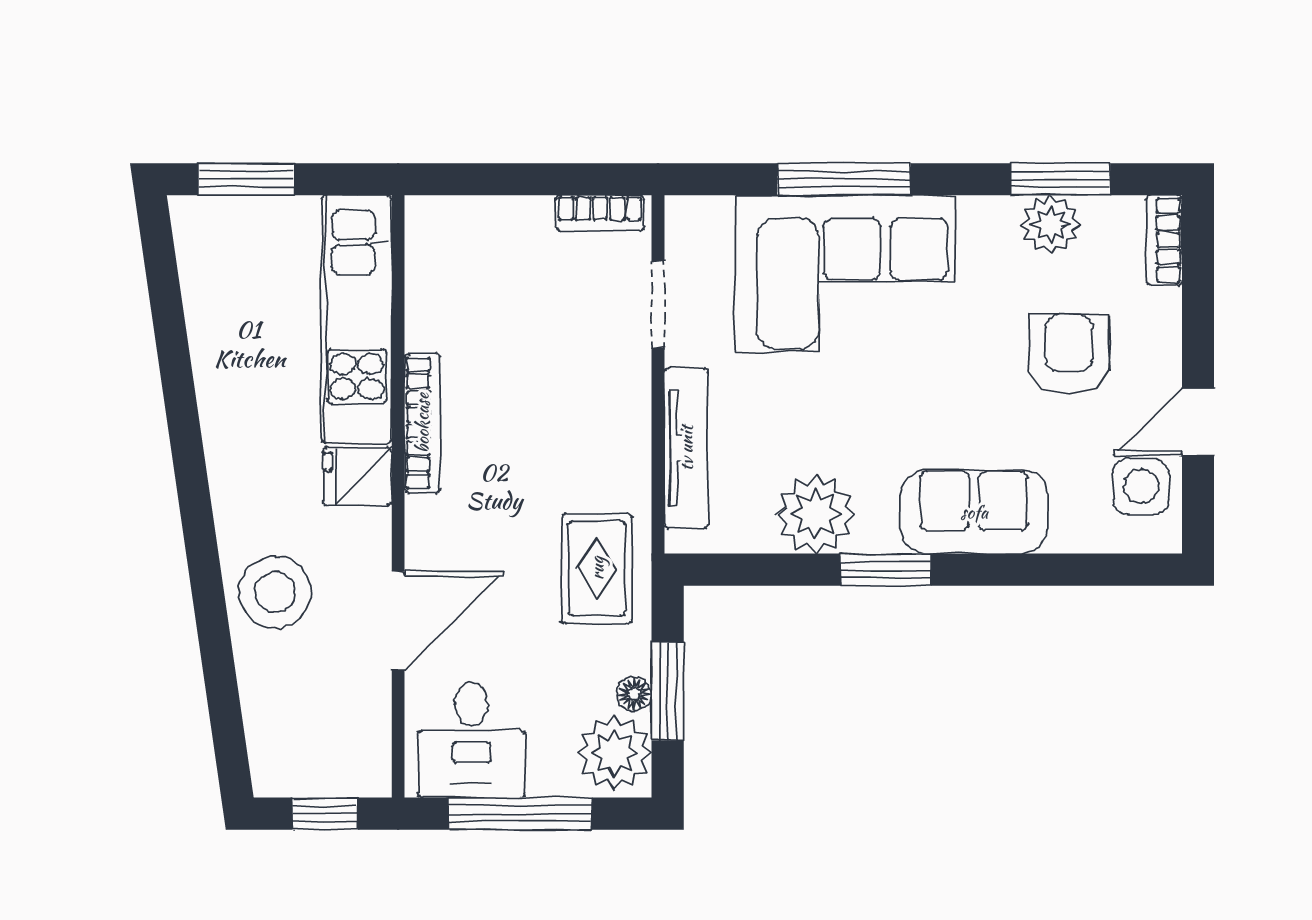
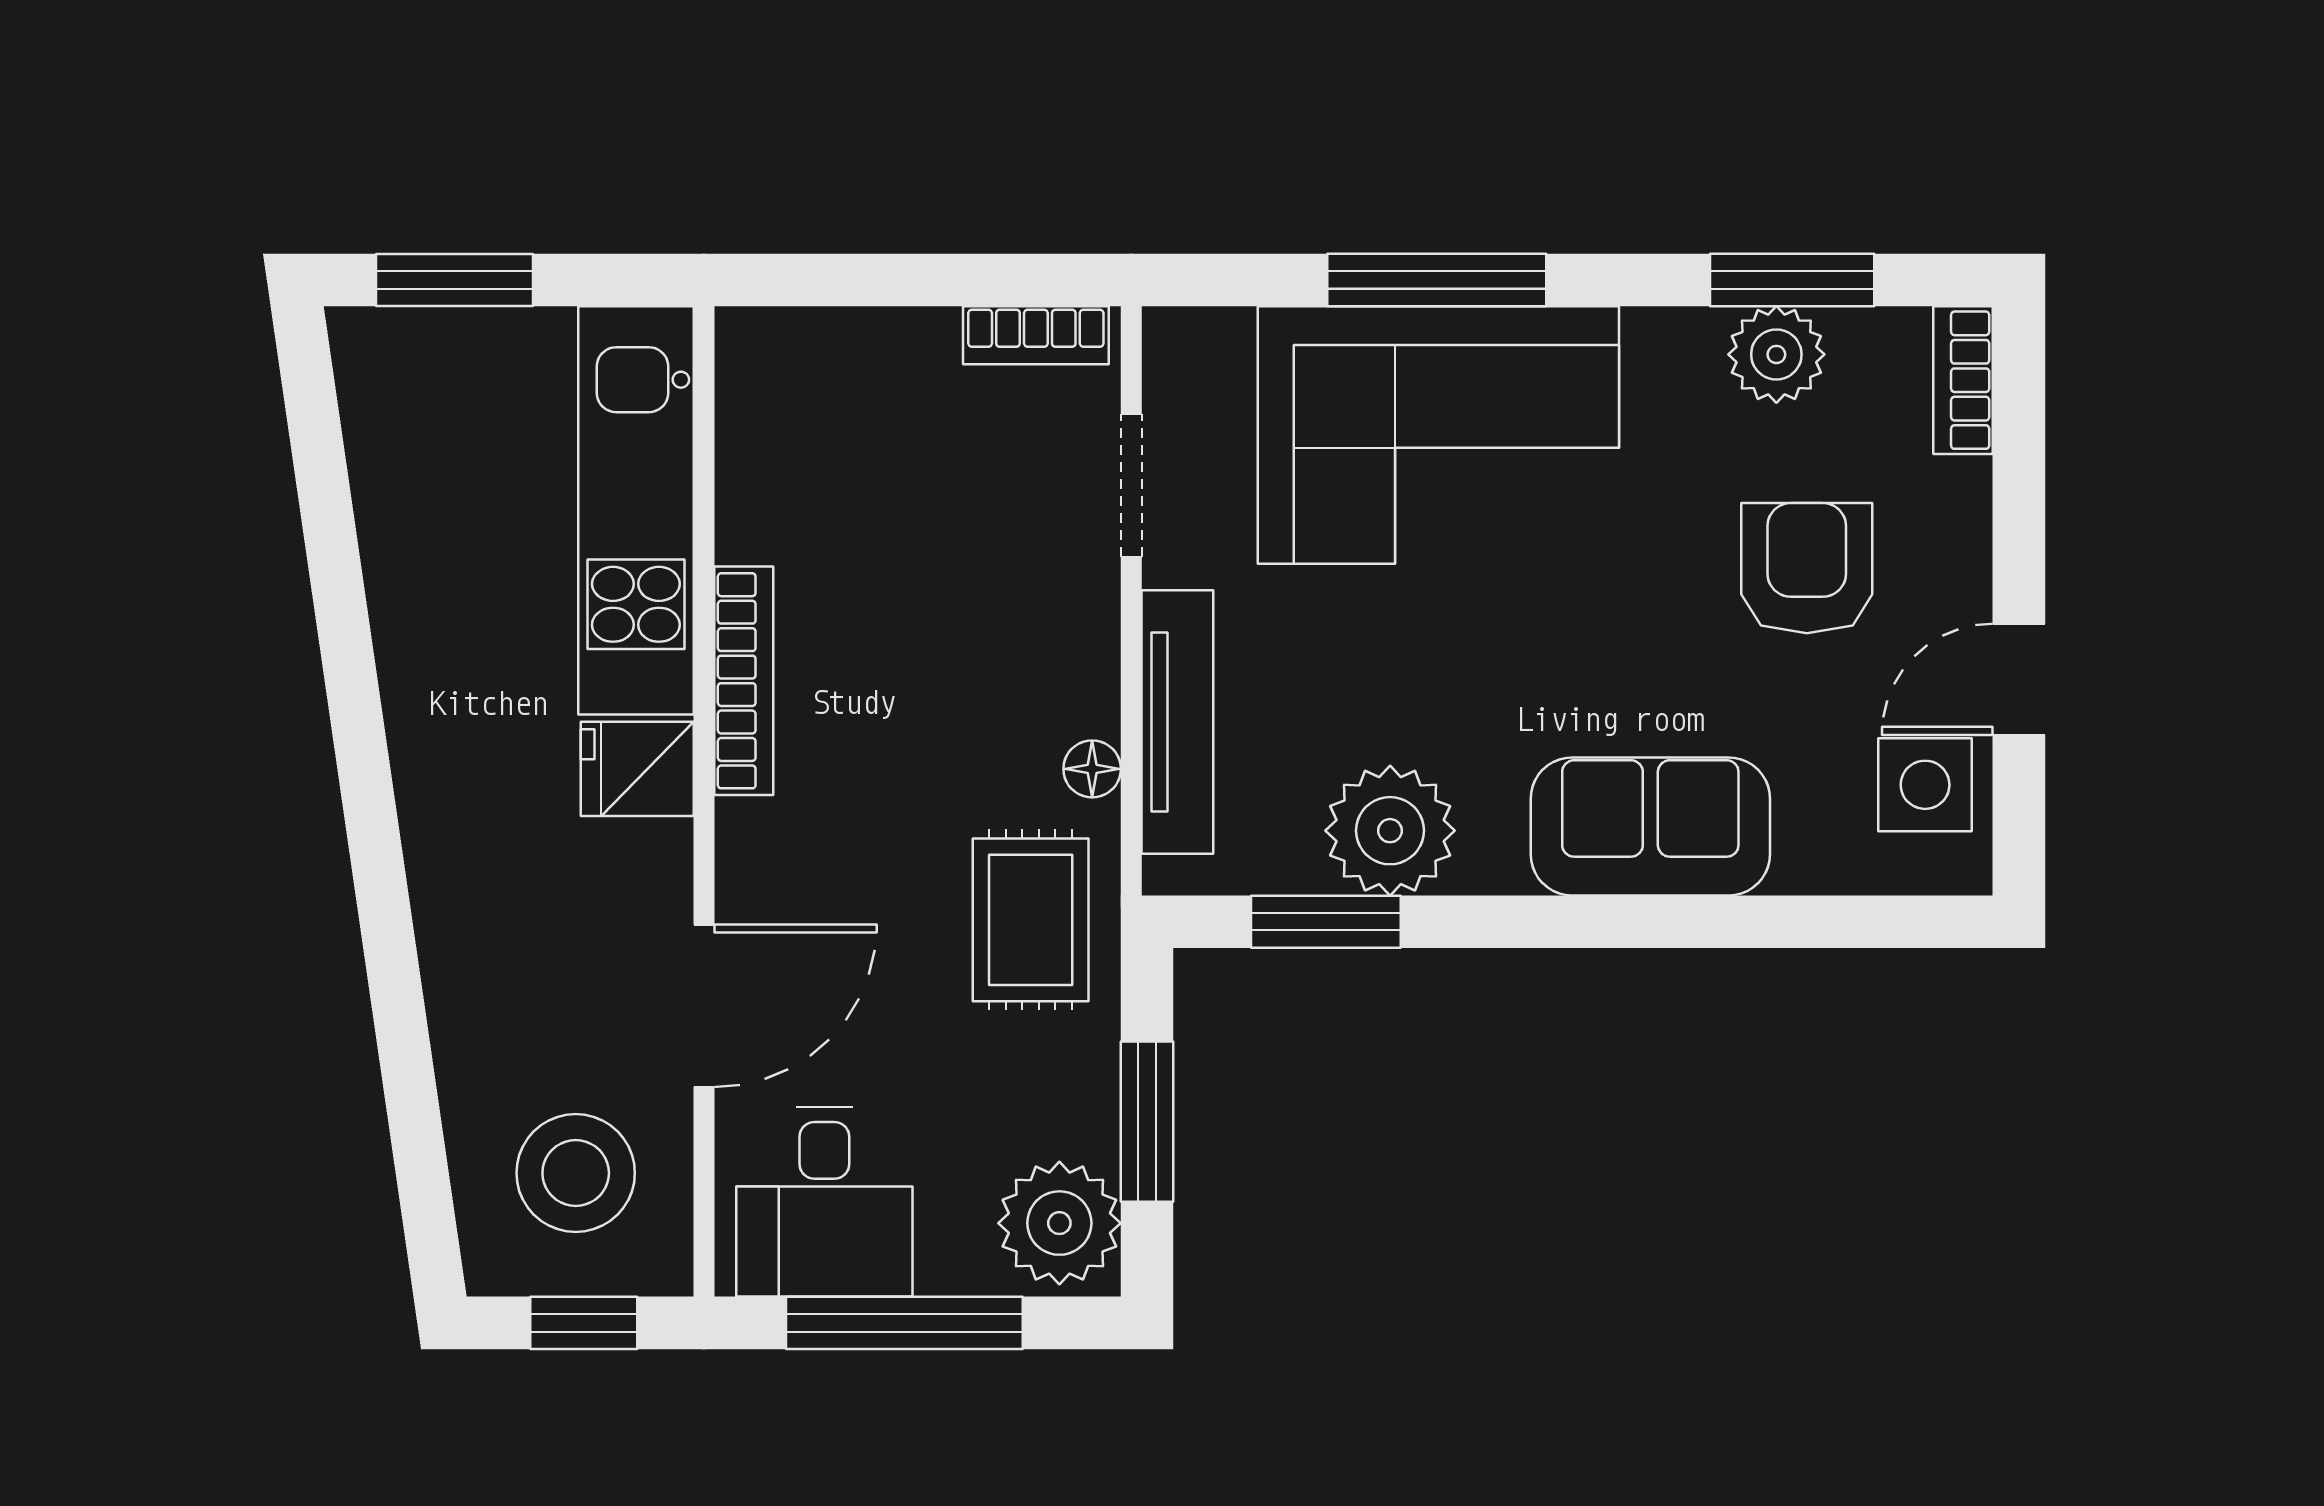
window: (885, 570) -> (1326, 922), moved
stool: (275, 592) -> (576, 1173), moved
floor lamp: (634, 694) -> (1092, 769), moved

